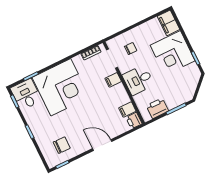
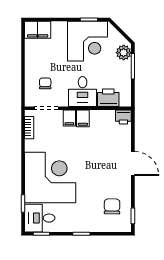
corner desk: (173, 53) -> (87, 41), moved
plant: (183, 97) -> (124, 53), added
printer: (157, 108) -> (108, 98), moved, turned 90
filing cabinet: (127, 109) -> (83, 118), moved
door: (102, 145) -> (133, 163), swing flipped

